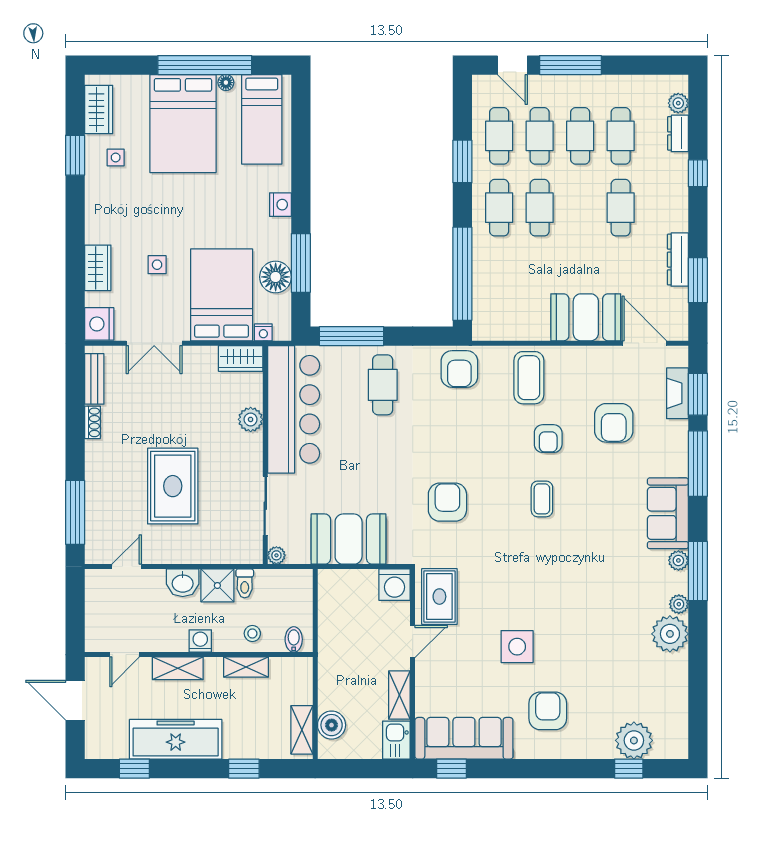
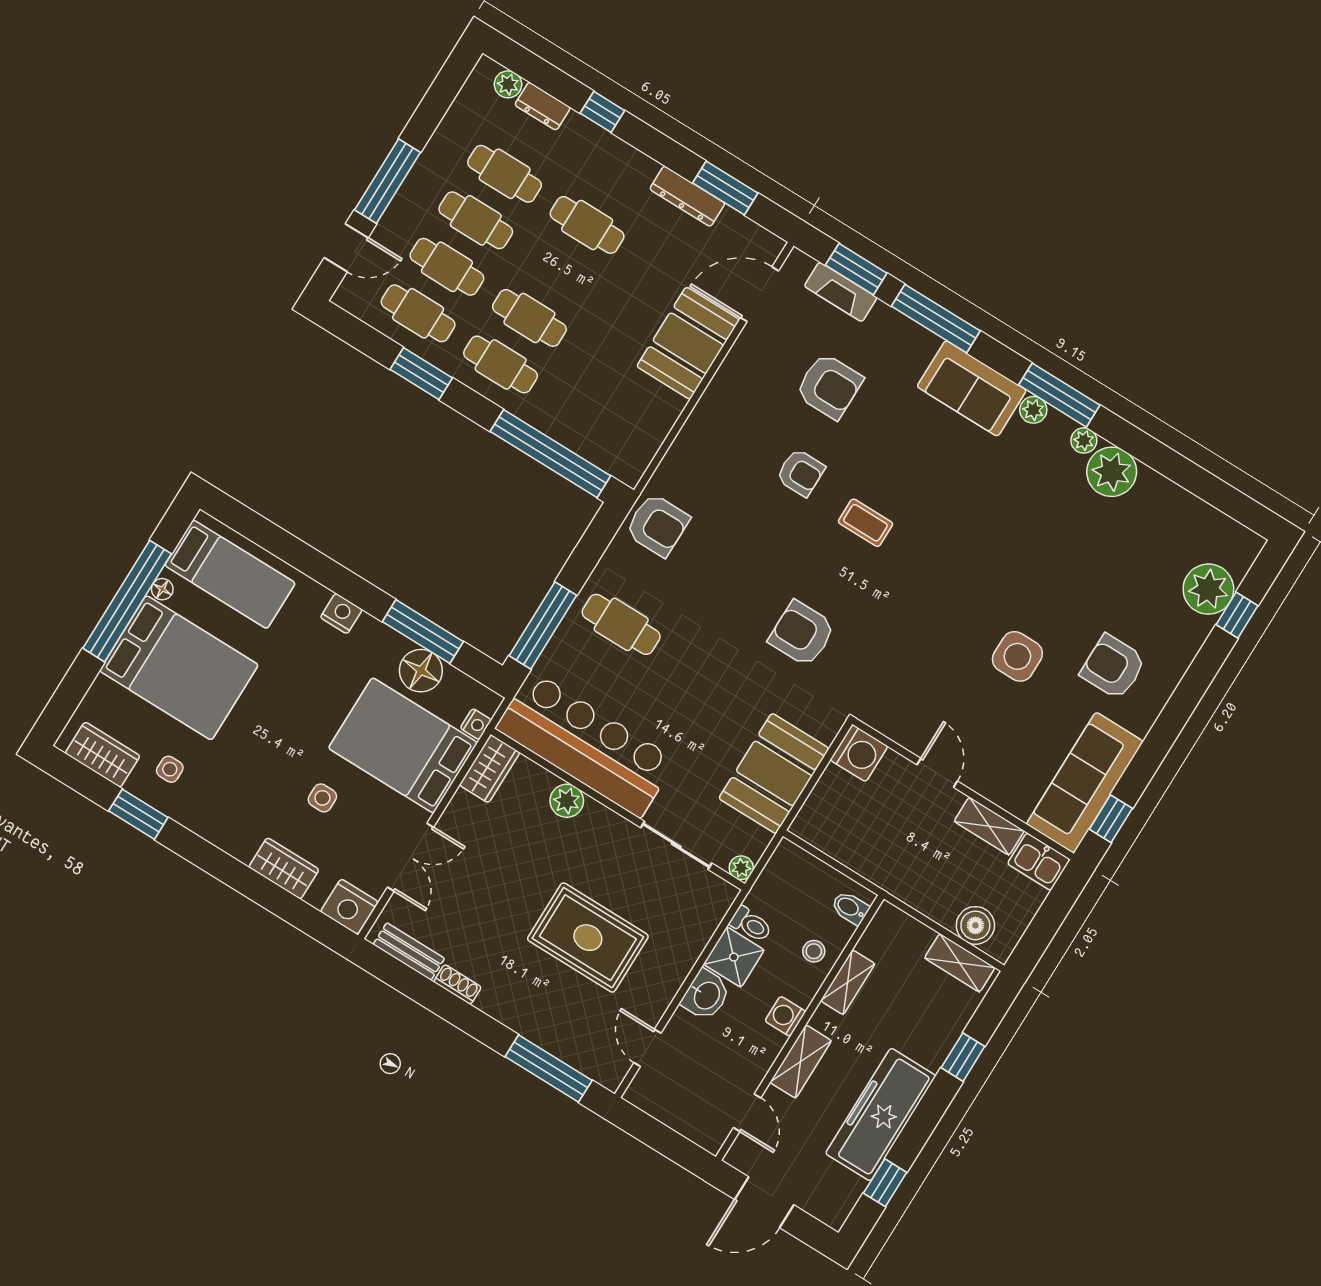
coffee table: (529, 378) -> (717, 451), removed
rug: (439, 597) -> (905, 710), removed

